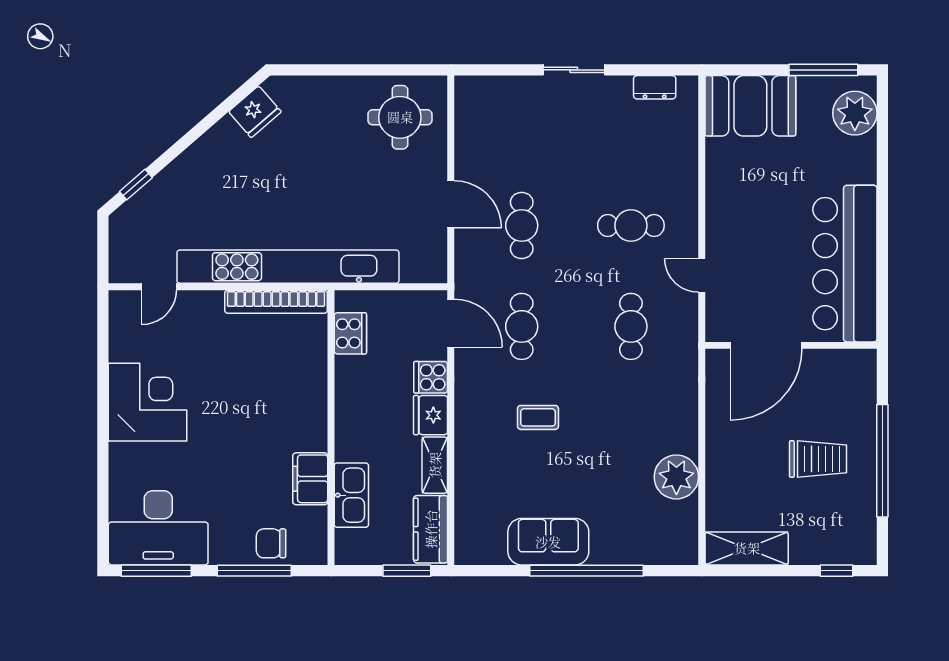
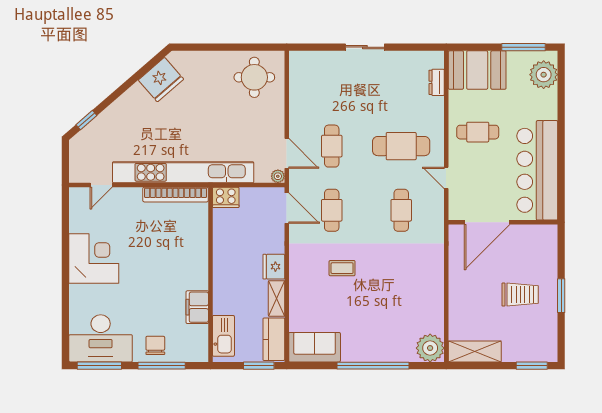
dresser: (655, 87) -> (437, 82), moved, turned 90
fridge: (255, 112) -> (161, 80), width x1.36, depth x1.34
cafe table: (751, 203) -> (478, 132), added
door: (451, 204) -> (287, 153), moved
cafe table: (631, 225) -> (401, 146), width x1.37, depth x1.35
plant: (437, 273) -> (278, 176), added
cooker: (350, 333) -> (226, 197), moved, turned 90
cooker: (431, 377) -> (274, 243), removed
window: (882, 461) -> (561, 296), width x0.47
plant: (676, 477) -> (430, 348), moved
kitchen sink: (351, 495) -> (223, 336), moved
sofa: (548, 542) -> (315, 347), moved
chair: (271, 543) -> (155, 345), moved, turned 90
window: (836, 571) -> (532, 366), width x1.50

